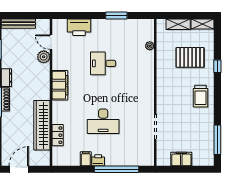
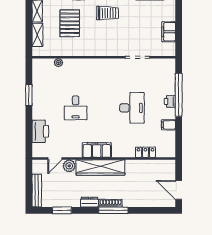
wardrobe: (42, 125) -> (101, 168), moved
printer: (98, 160) -> (170, 101), moved

